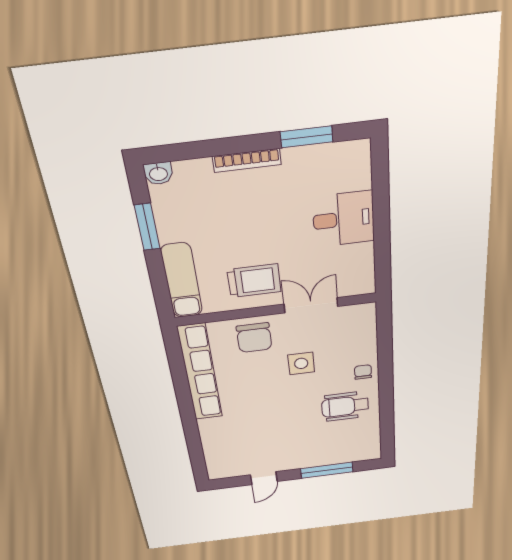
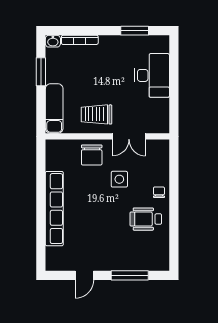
bookcase: (247, 161) -> (80, 40), moved
desk: (344, 219) -> (152, 75), width x1.37
trolley: (254, 281) -> (96, 114), turned 180
double door: (311, 305) -> (129, 136), swing flipped
row of seats: (200, 373) -> (54, 209), moved

